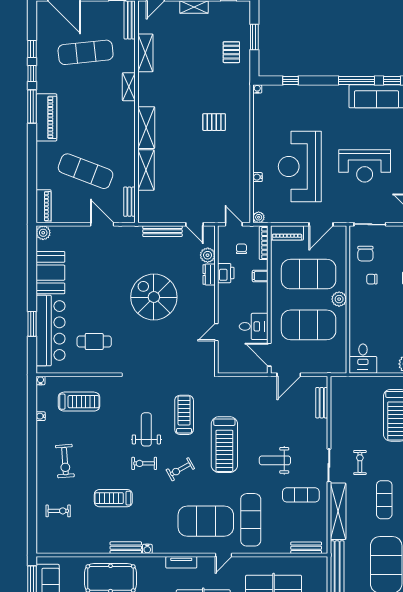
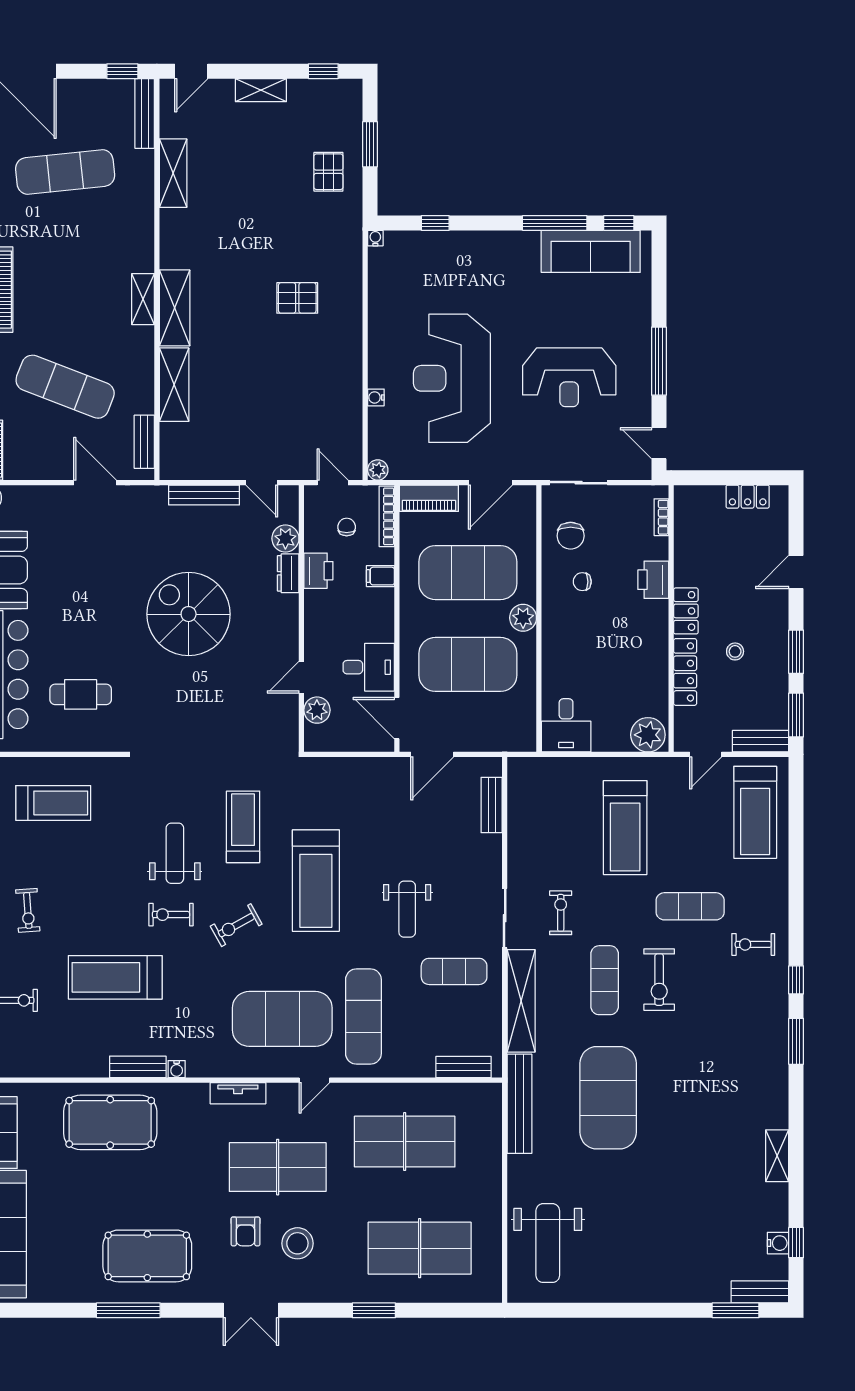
shelving: (129, 87) -> (143, 299), moved
plant: (225, 350) -> (317, 710), added
weight bench: (275, 460) -> (407, 909), turned -90
exercise bike: (65, 461) -> (28, 910), width x0.73, depth x0.72
treadmill: (113, 498) -> (115, 977), width x1.37, depth x1.38

